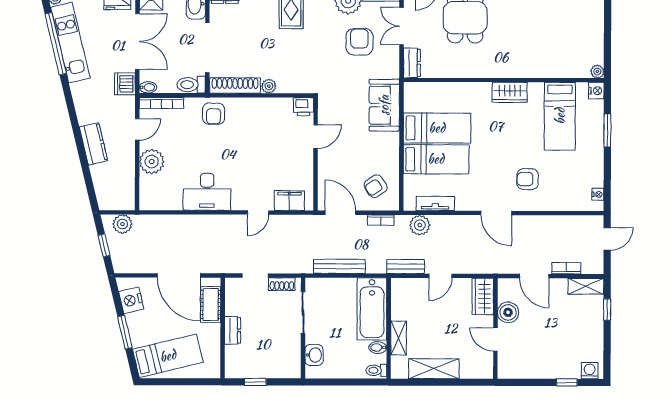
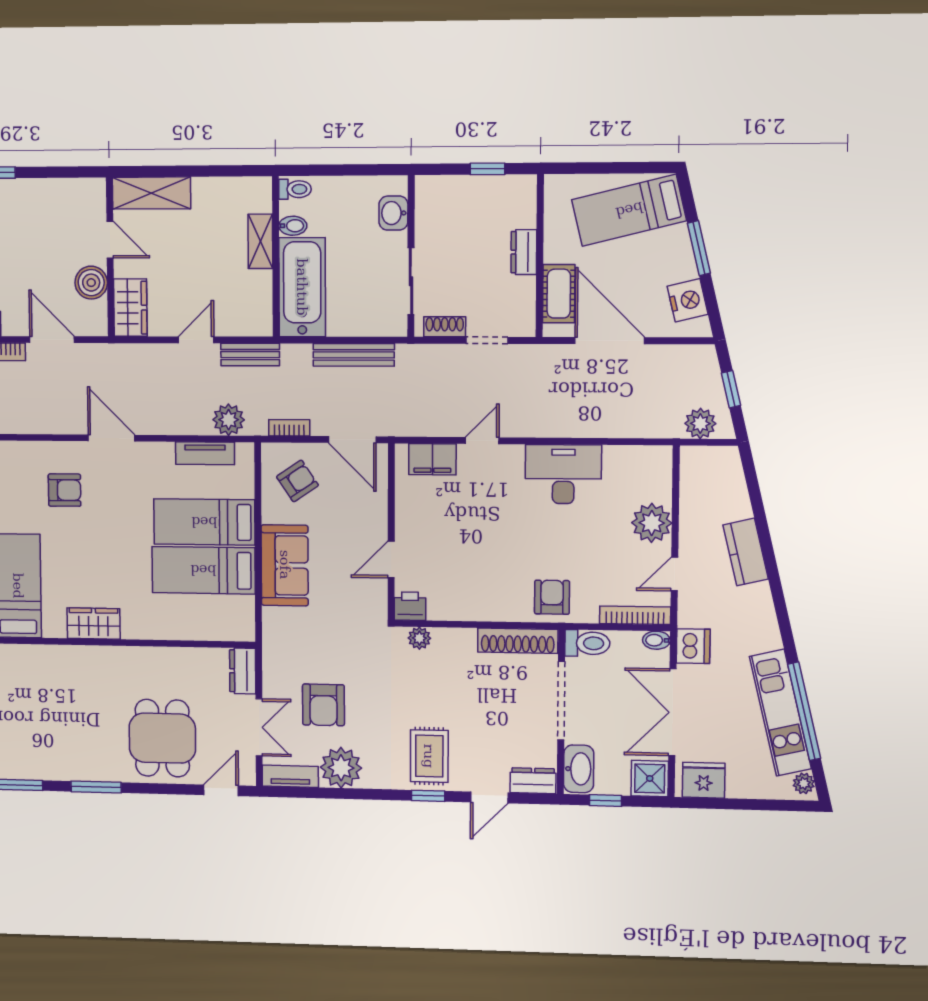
plant: (269, 86) -> (419, 638), moved
sofa: (384, 105) -> (285, 565), moved
shelving: (434, 369) -> (151, 193), moved

